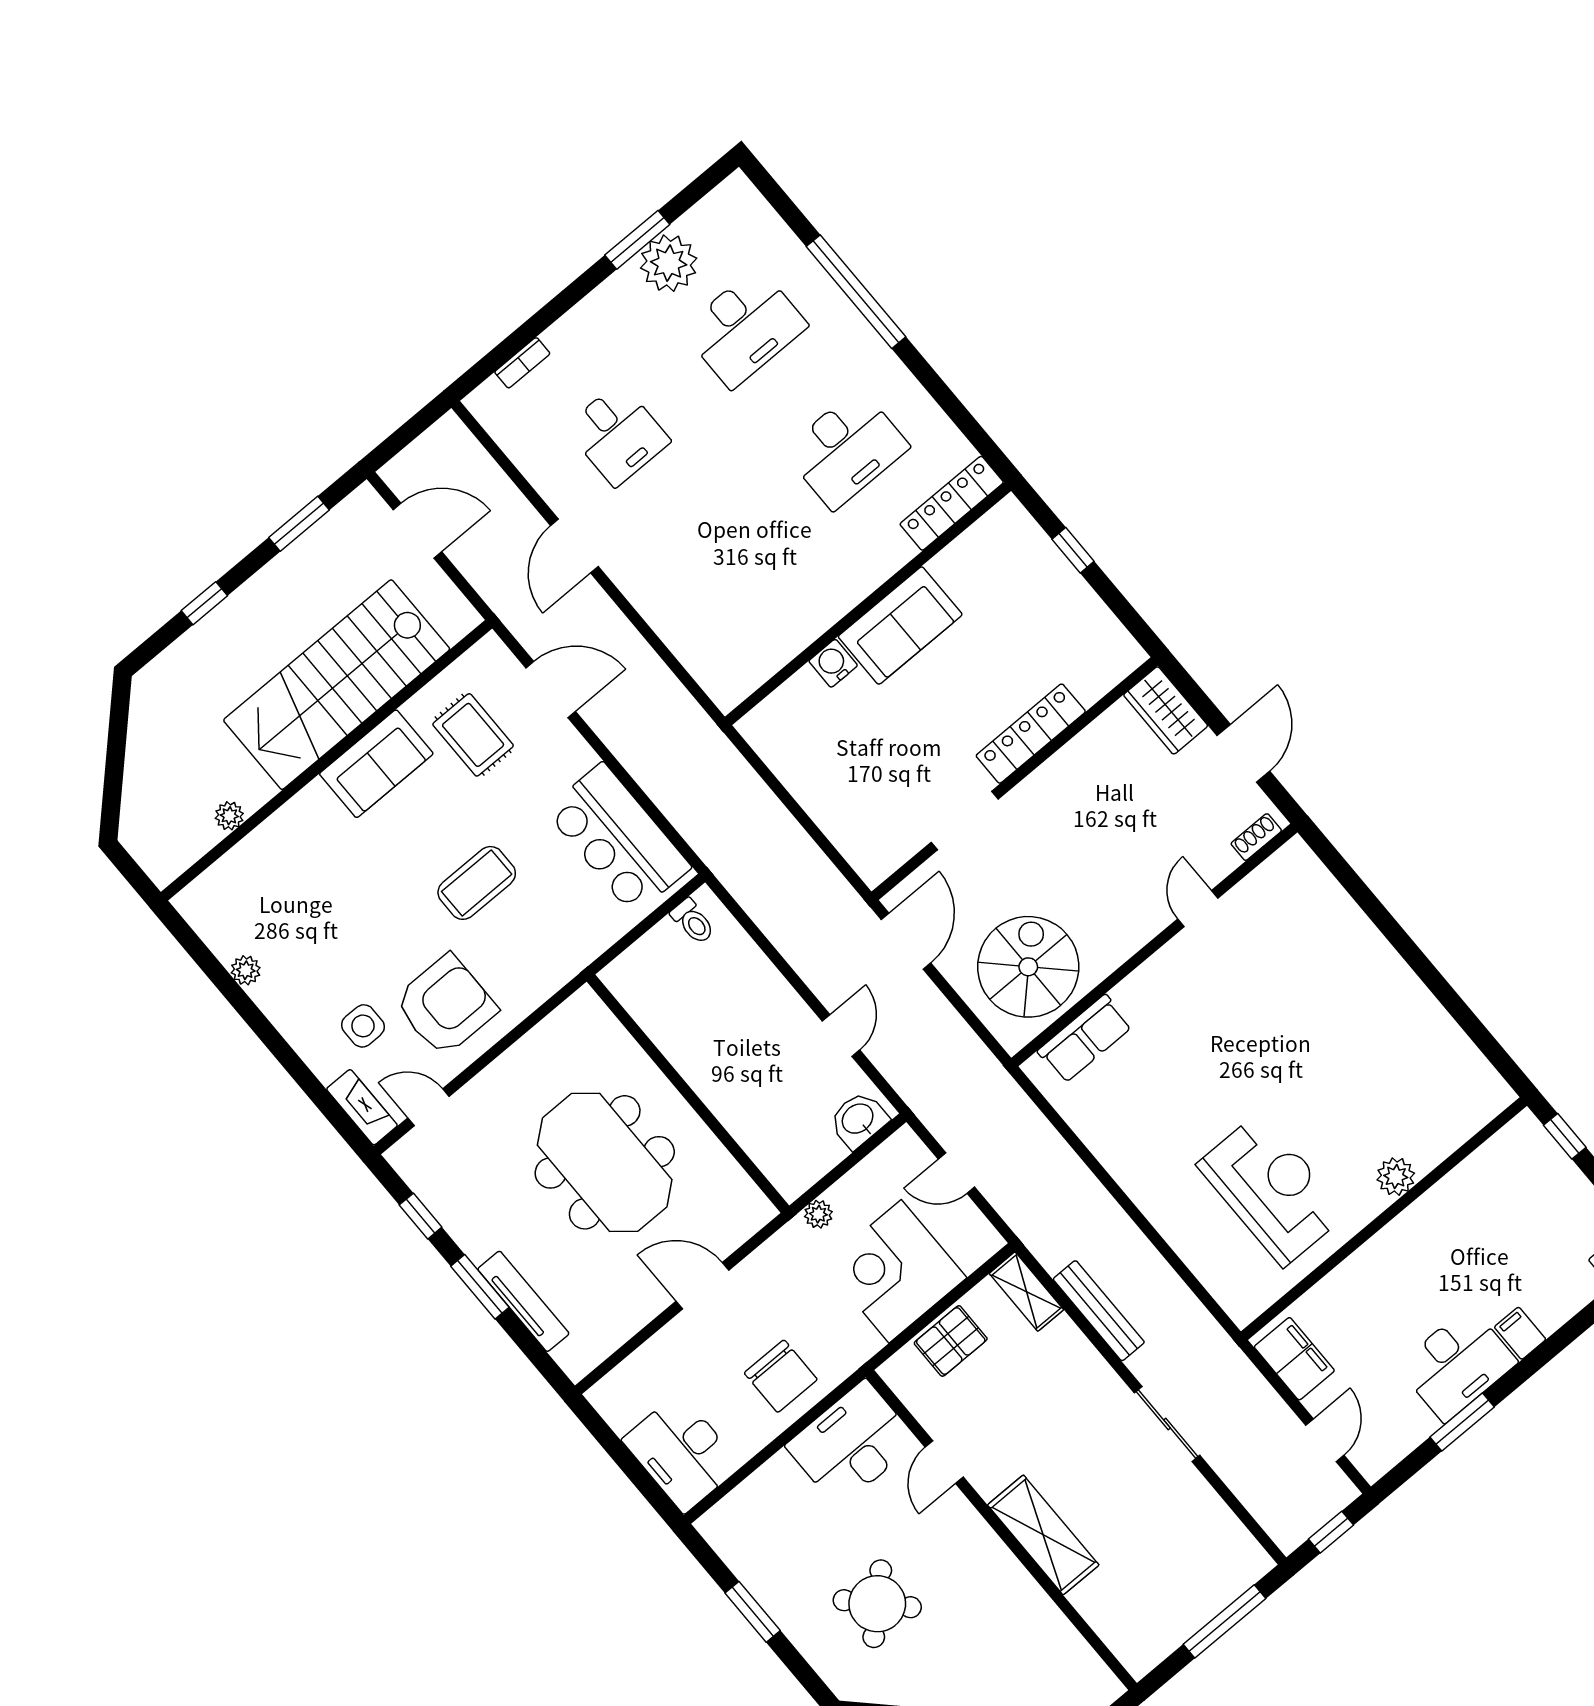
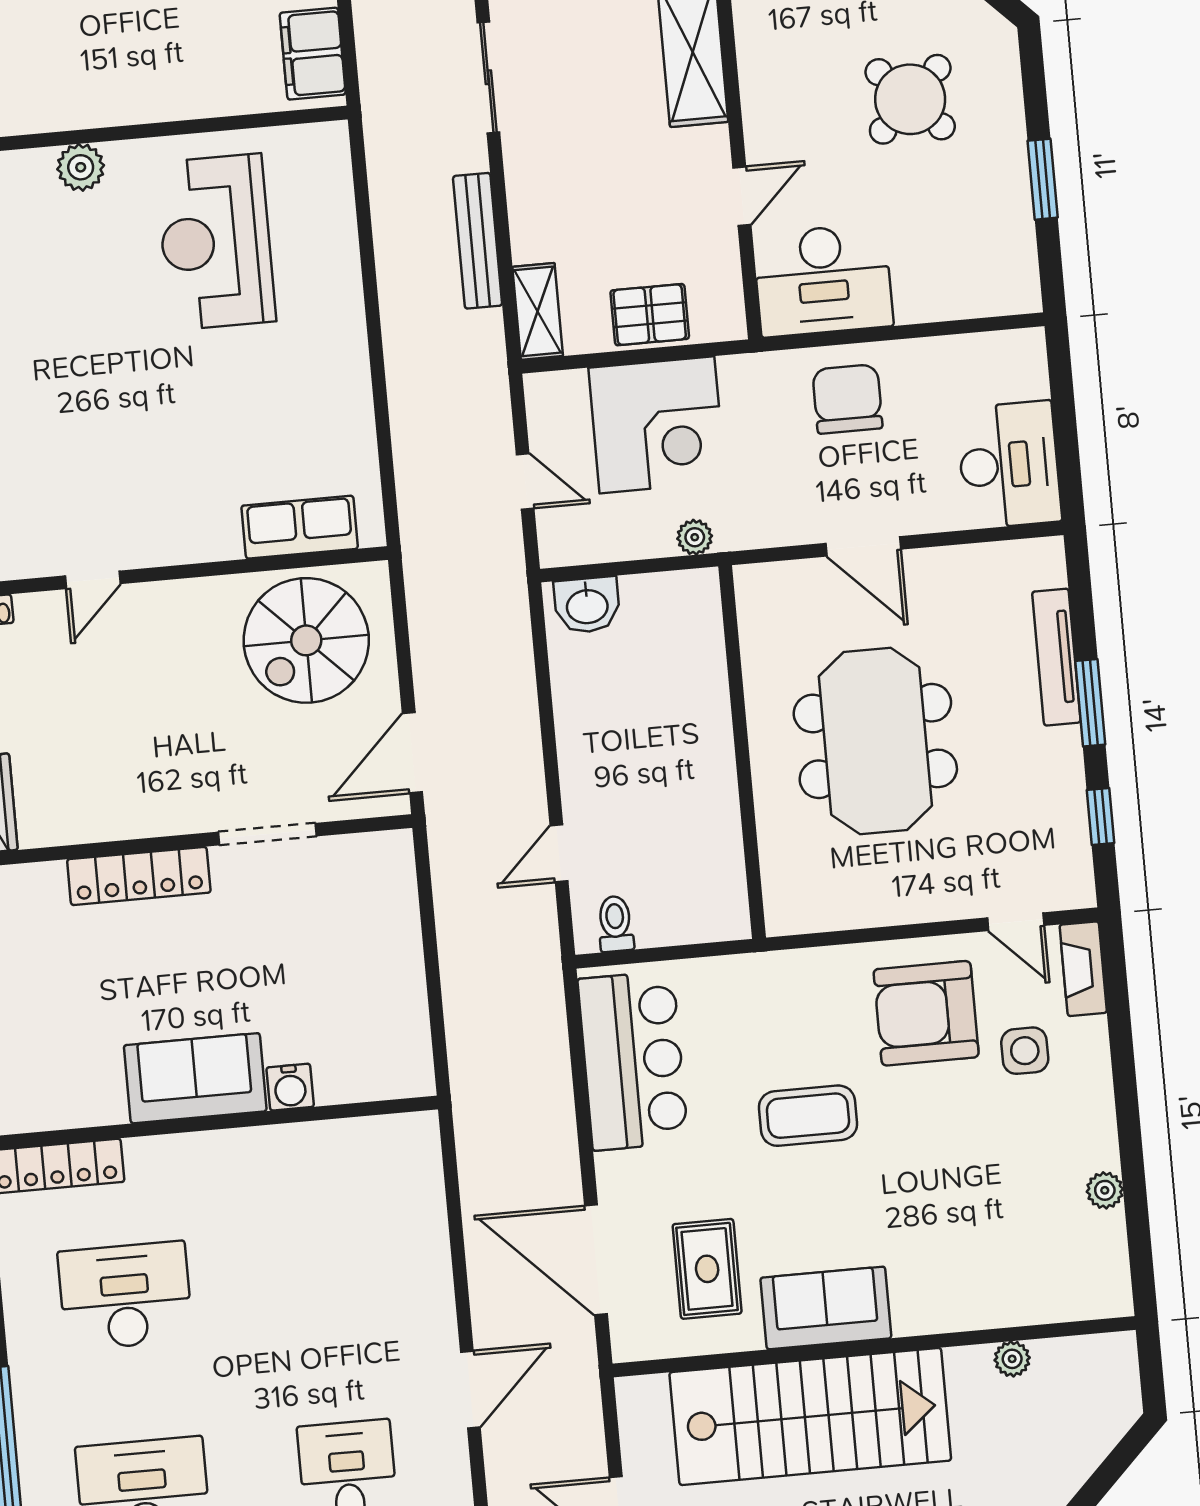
door: (551, 690) -> (596, 1260), width x1.36
door: (841, 1036) -> (559, 853), moved
desk: (682, 1453) -> (1009, 465), moved

